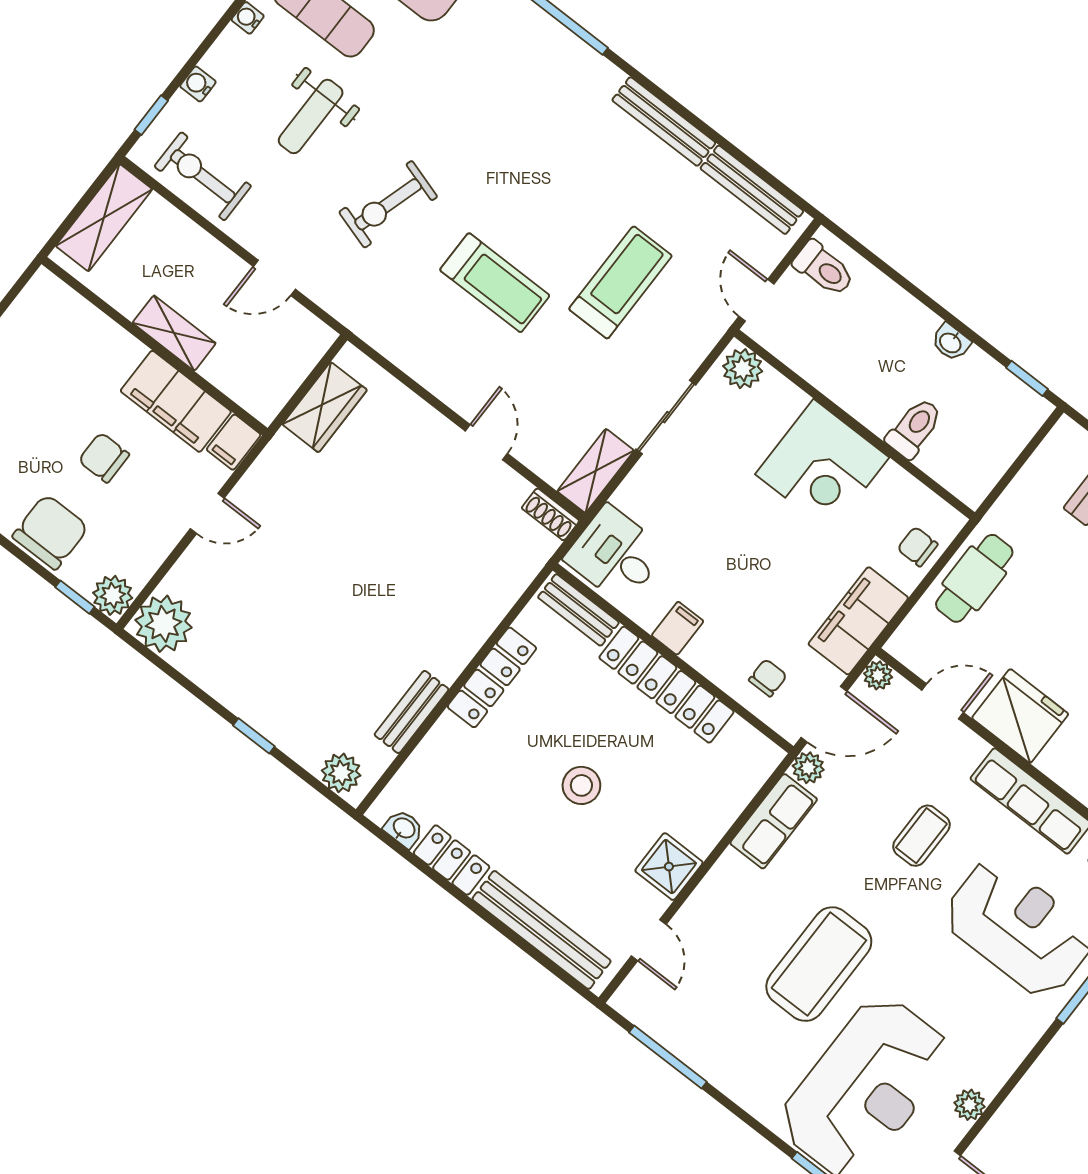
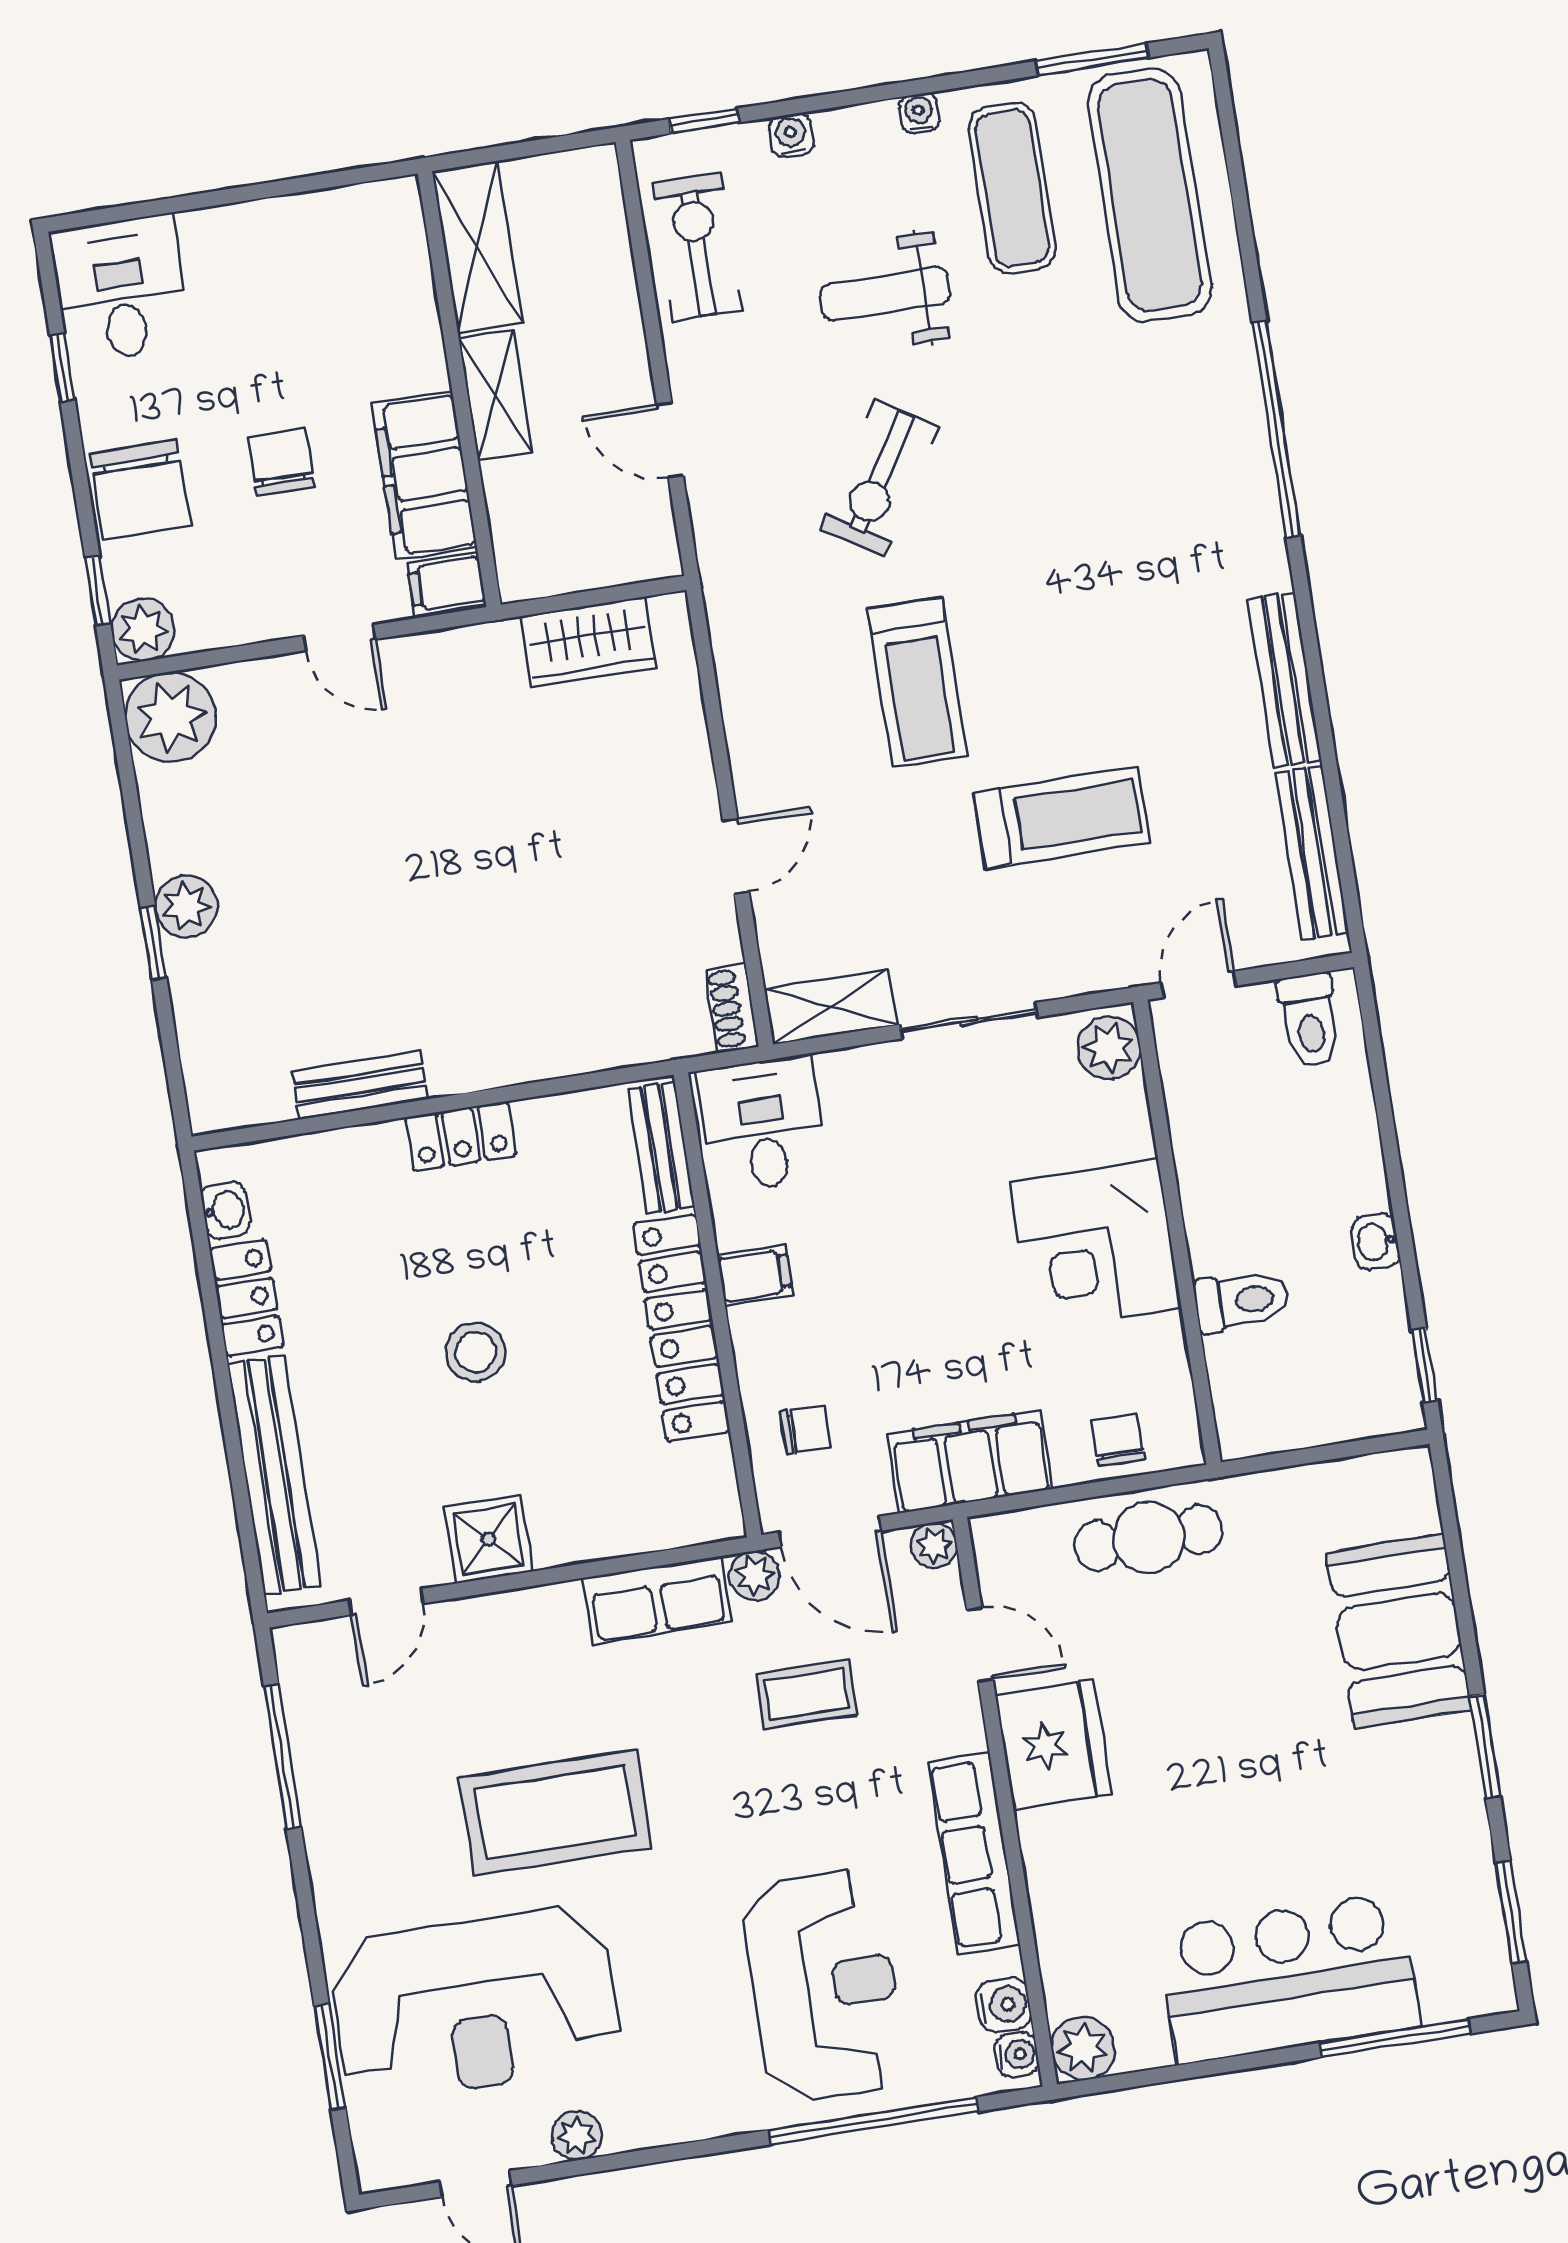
exercise bike: (388, 204) -> (879, 478), turned -75
shelving: (104, 218) -> (477, 247), moved, turned 90
chair: (50, 532) -> (140, 490), turned 90
locker: (492, 677) -> (461, 1136), width x0.66
plant: (341, 773) -> (186, 906), moved
coffee table: (921, 836) -> (807, 1694), moved

